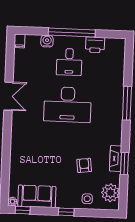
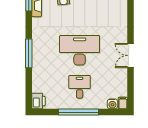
water cooler: (47, 41) -> (112, 104), moved
printer: (95, 45) -> (38, 101), moved, turned 90

